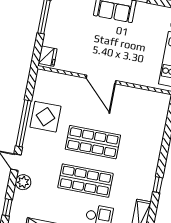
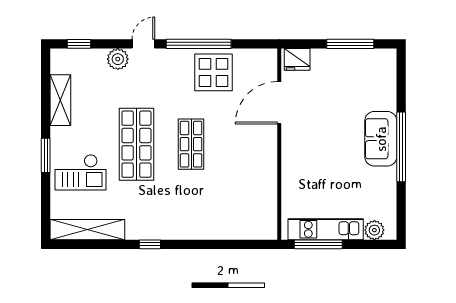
door: (101, 79) -> (279, 103), moved
shop shelf: (93, 142) -> (191, 144), width x0.70, depth x0.74

